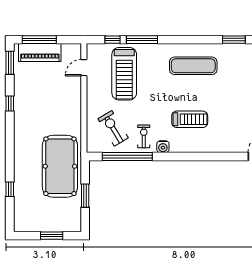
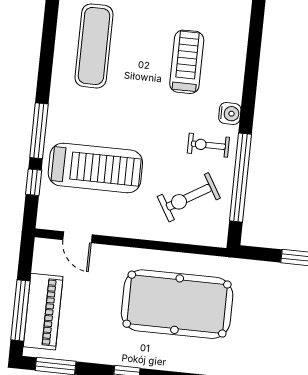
pool table: (60, 166) -> (177, 304), moved

